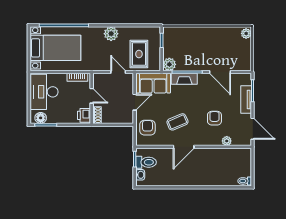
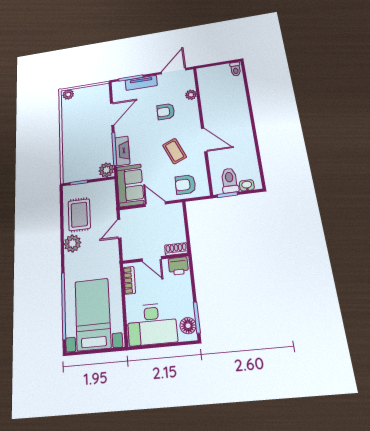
rug: (139, 54) -> (79, 215), moved, turned 90
door: (92, 96) -> (152, 259), swing flipped

